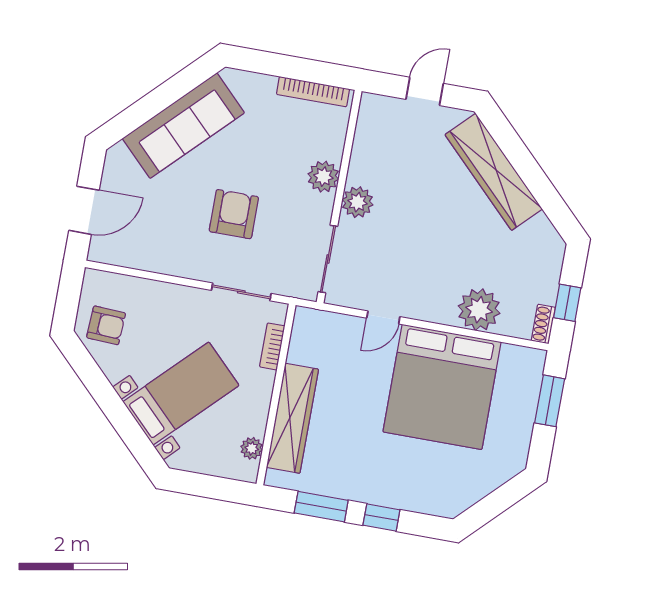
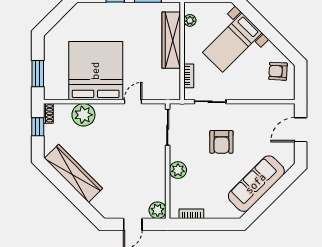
bookcase: (313, 92) -> (191, 214), width x0.64
wardrobe: (494, 172) -> (73, 173), moved
plant: (358, 202) -> (158, 210), moved

